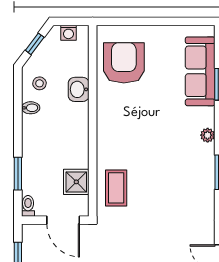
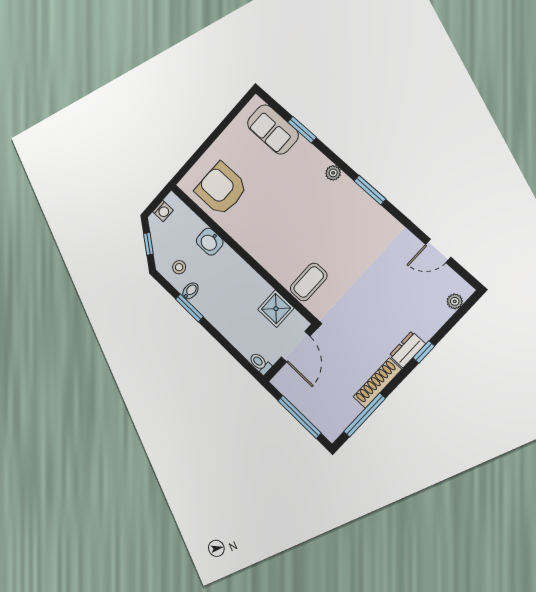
sofa: (200, 71) -> (273, 129), width x0.73
window: (18, 174) -> (189, 308), moved
coffee table: (116, 188) -> (309, 282), turned 90
door: (63, 220) -> (296, 347), hinge flipped

